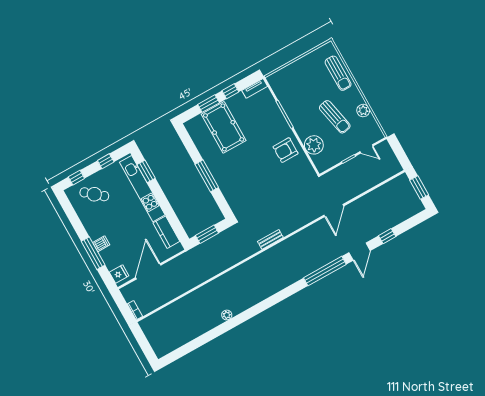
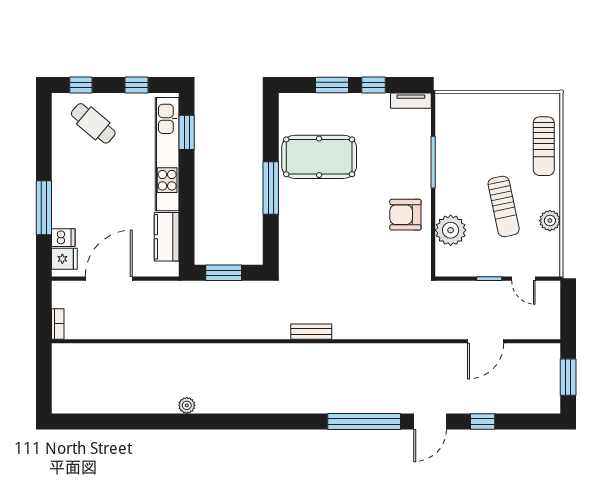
pool table: (224, 127) -> (319, 157), moved, turned 90
door: (334, 211) -> (486, 341), moved
dishwasher: (101, 244) -> (63, 238), moved

